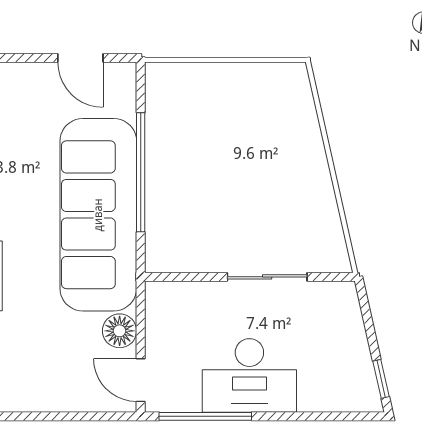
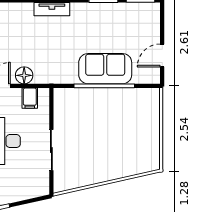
sofa: (98, 215) -> (105, 69), width x0.54, depth x0.79
filing cabinet: (165, 320) -> (30, 98), added

